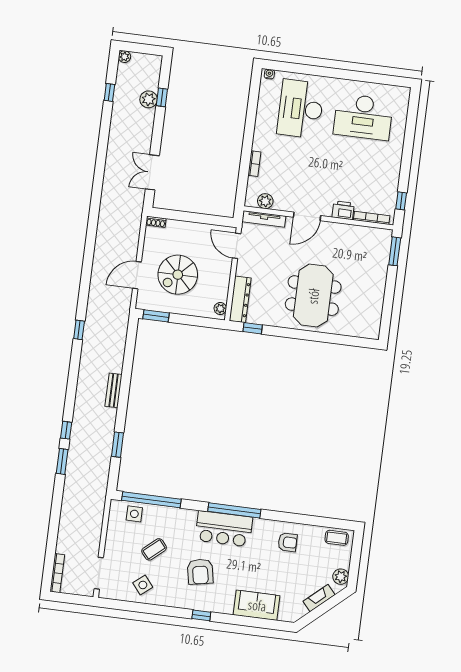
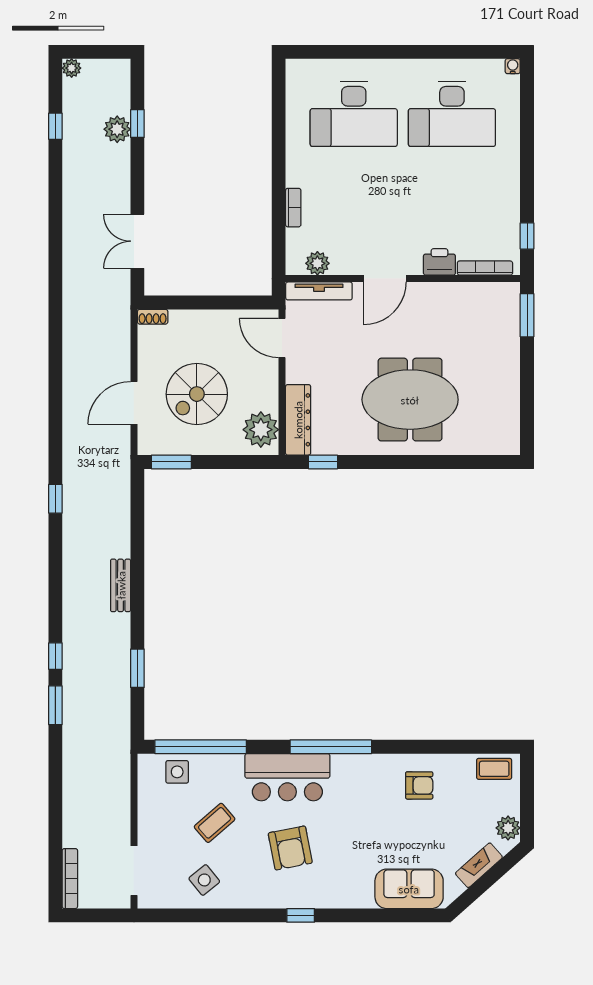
water cooler: (269, 74) -> (513, 66), moved
desk: (301, 109) -> (354, 114), turned -90
meeting table: (313, 296) -> (410, 400), turned 90
plant: (220, 309) -> (261, 430), width x1.87, depth x1.87
bar counter: (224, 529) -> (287, 777), moved
sofa: (257, 605) -> (409, 889), moved

